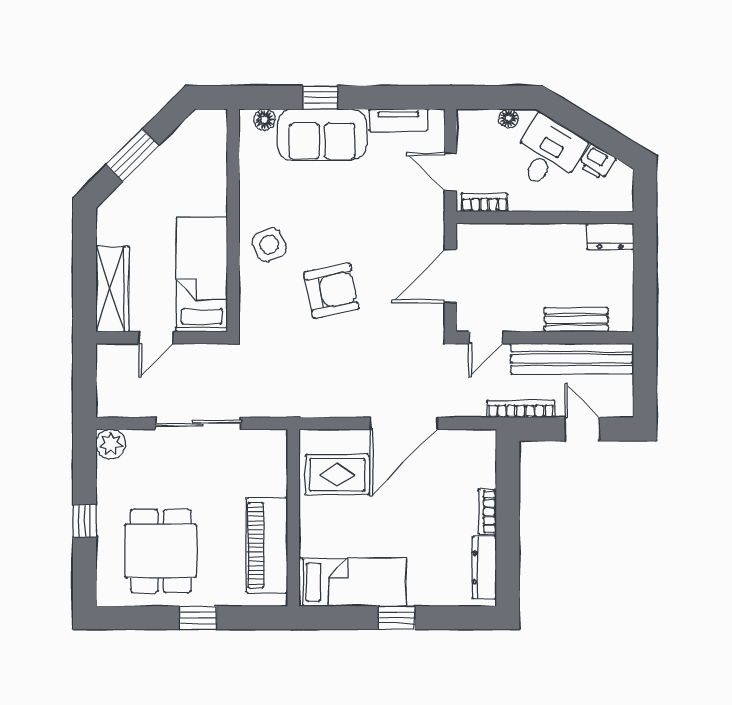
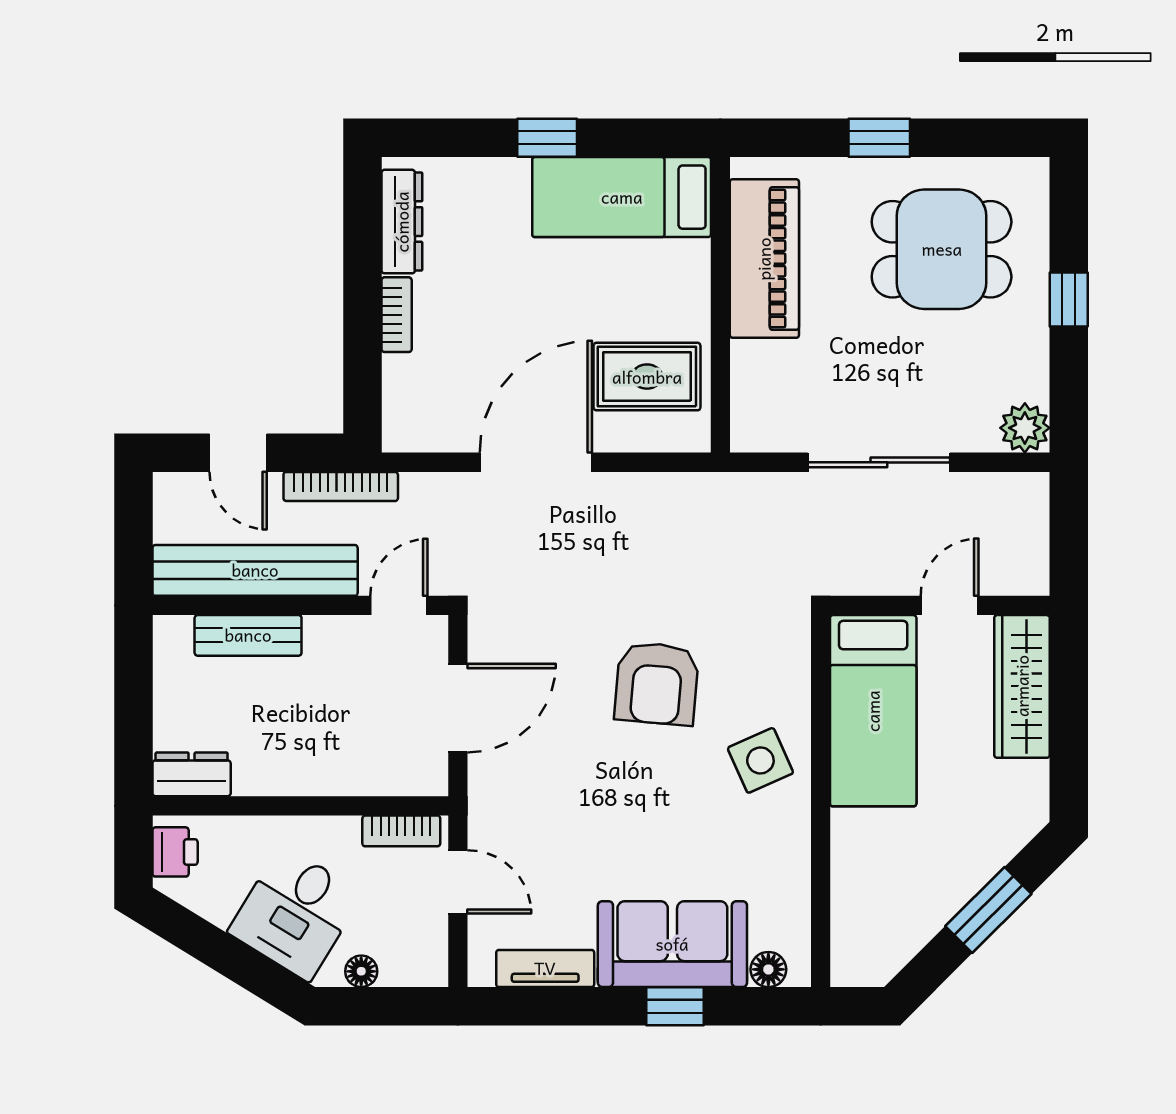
printer: (597, 162) -> (175, 852), moved, turned 58
armchair: (331, 291) -> (657, 683), turned -74
dining table: (161, 551) -> (942, 249), turned 90

